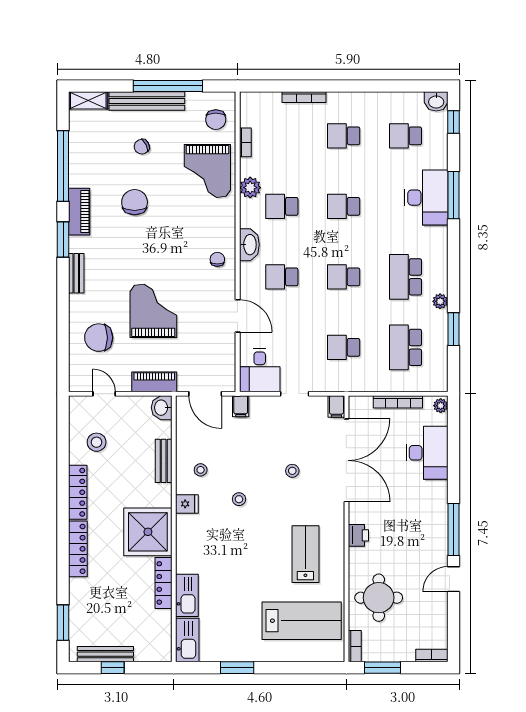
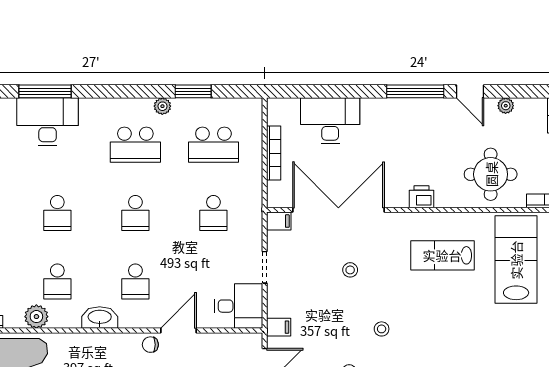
chair: (217, 259) -> (150, 345), moved
plant: (441, 406) -> (506, 106), moved

